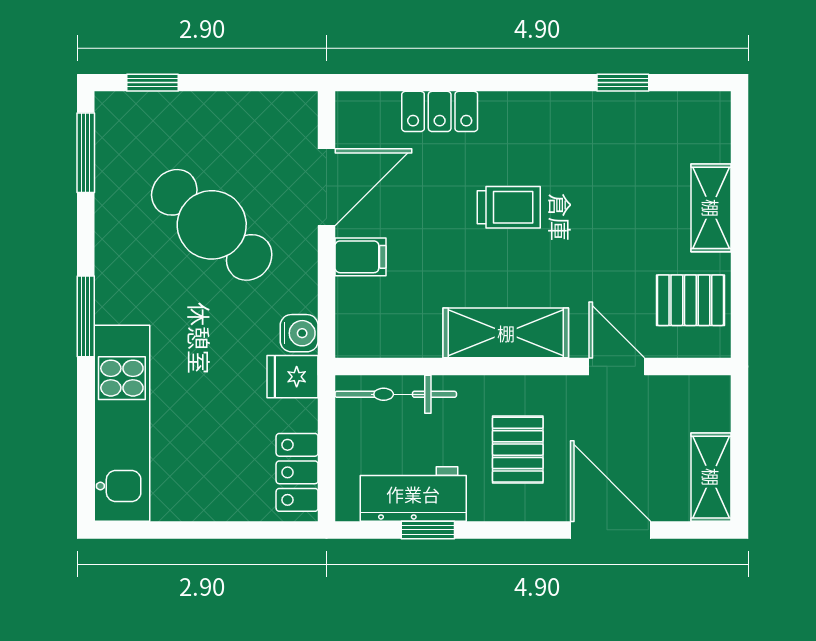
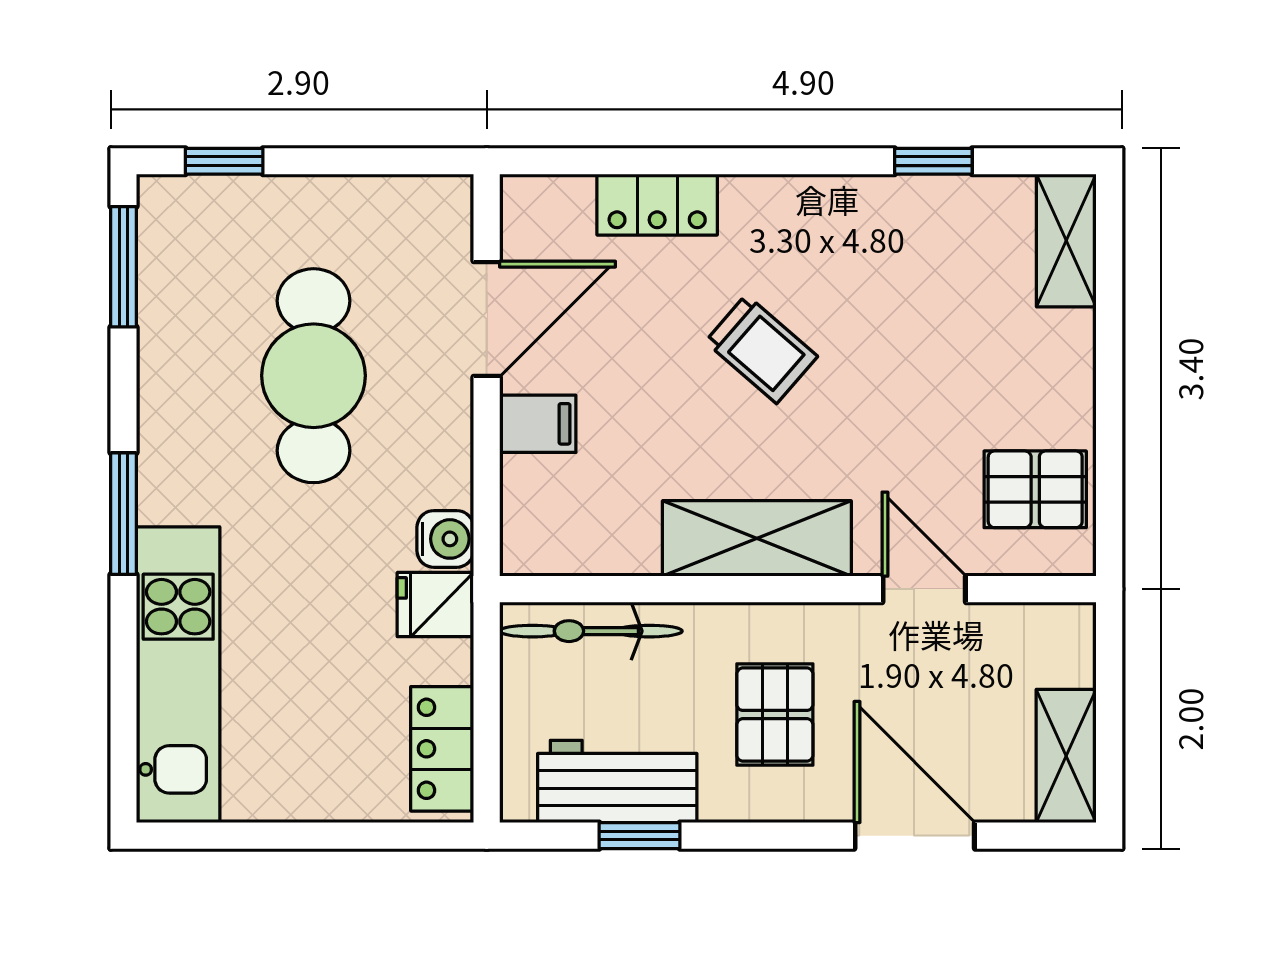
trolley: (509, 207) -> (761, 349), turned 41
shelving: (711, 208) -> (1066, 241), moved
cafe table: (212, 225) -> (314, 376), turned 49

